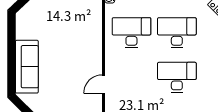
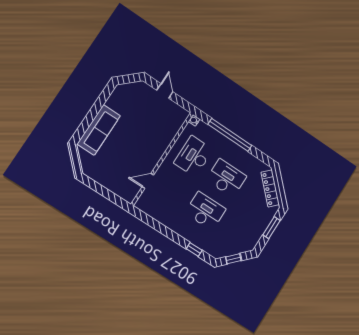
desk: (131, 33) -> (194, 156), turned -90

